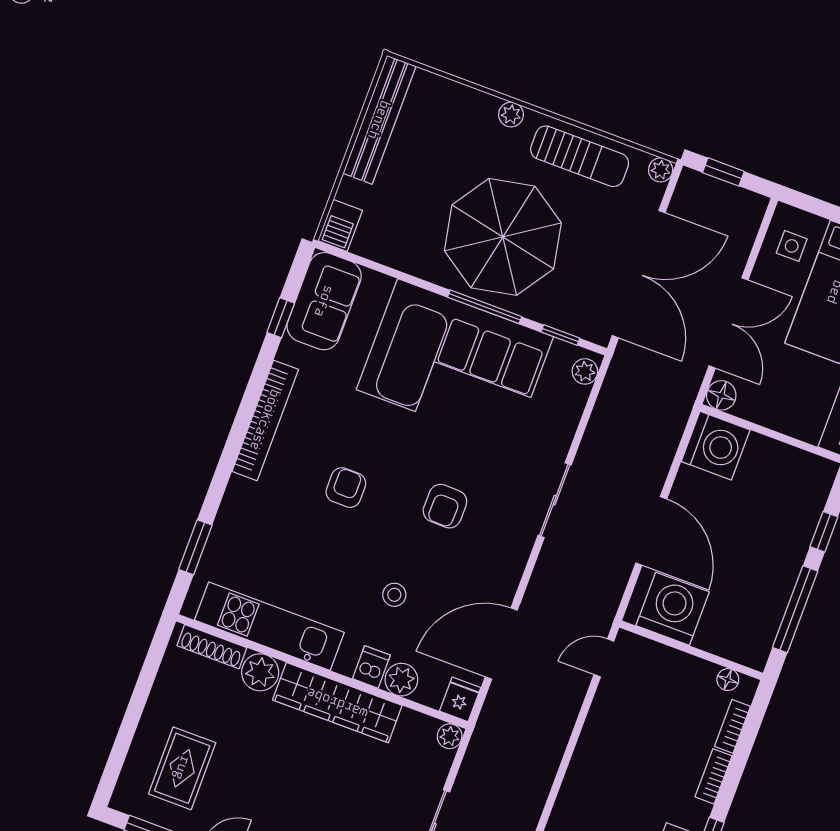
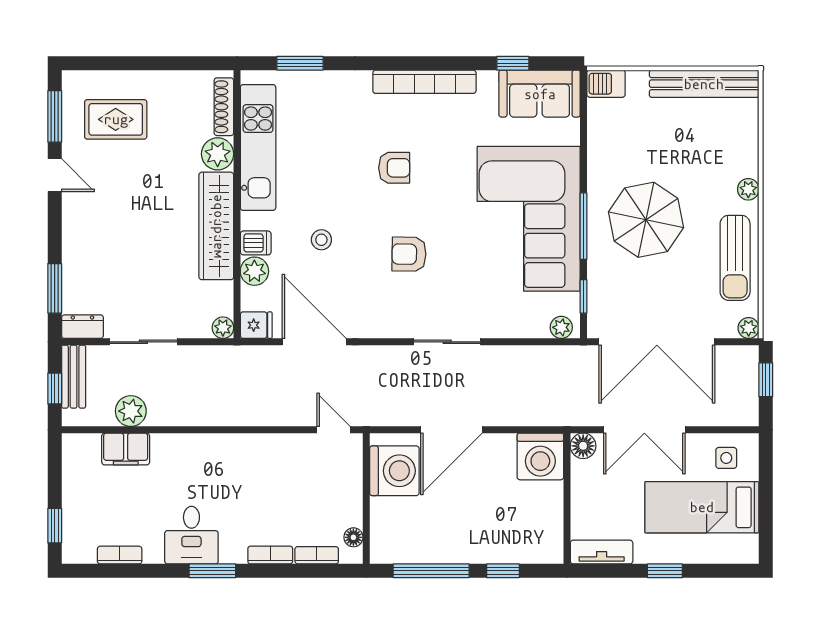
parasol: (503, 237) -> (646, 220), width x0.73, depth x0.73

